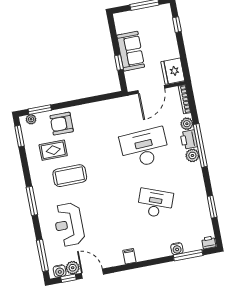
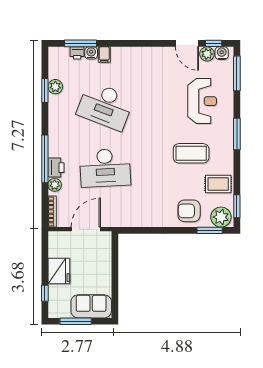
sofa: (131, 51) -> (91, 306), moved, turned 90
window: (119, 62) -> (115, 265), removed
fridge: (173, 71) -> (59, 271), moved
plant: (31, 119) -> (221, 217), width x1.88, depth x1.88
armchair: (62, 124) -> (189, 211), turned 180
rug: (53, 150) -> (218, 184), moved
plant: (192, 155) -> (55, 87), moved
desk: (155, 203) -> (105, 106), width x1.36, depth x1.30
printer: (209, 242) -> (77, 53), moved
filing cabinet: (129, 256) -> (104, 54), moved

